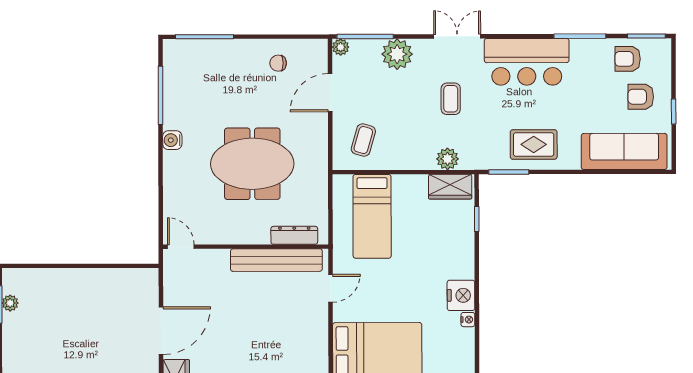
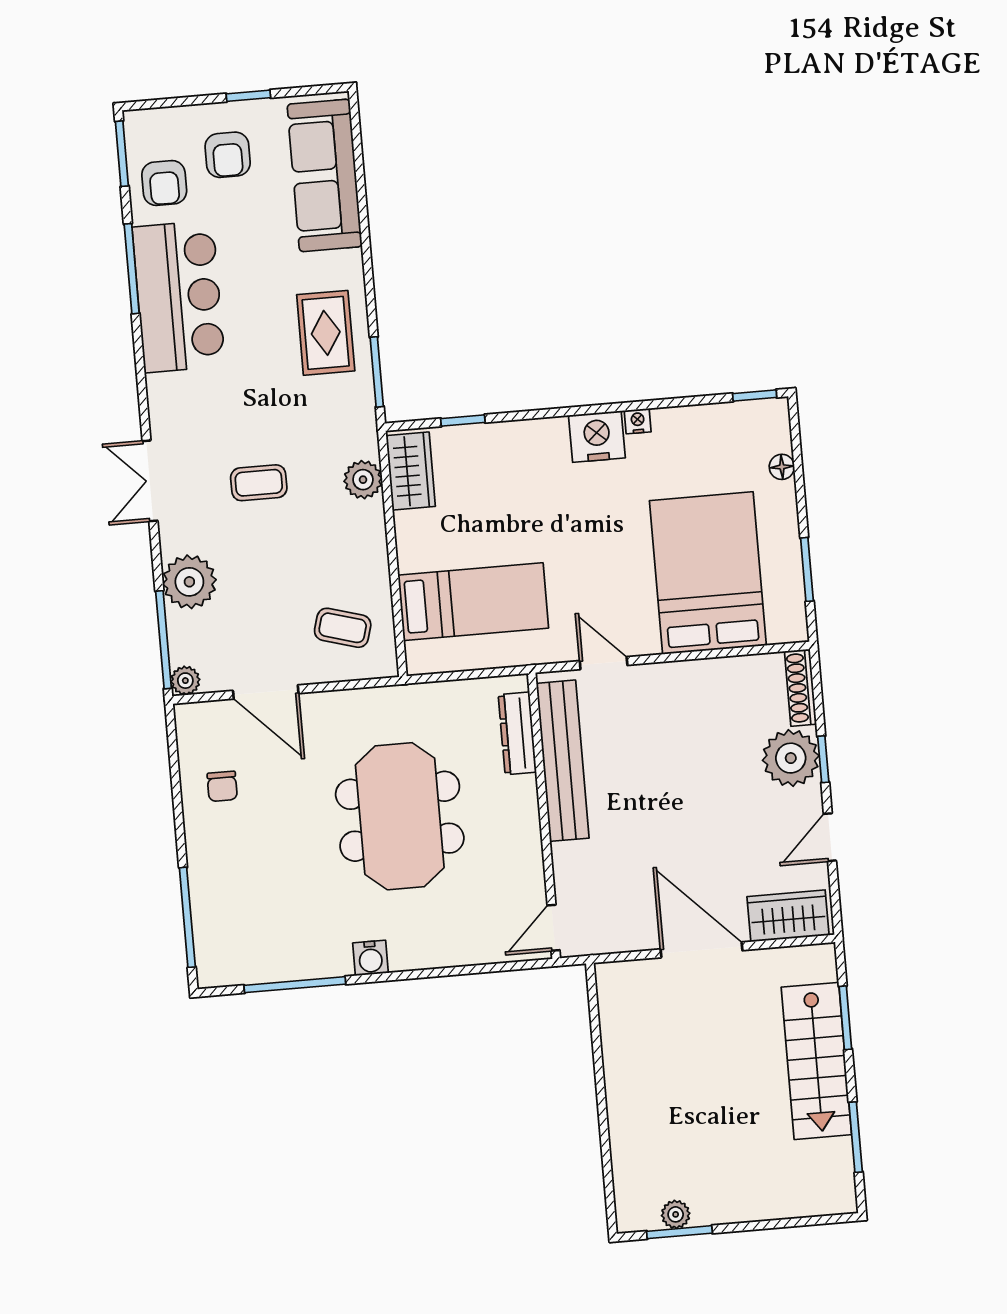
bar counter: (527, 62) -> (179, 297), moved

